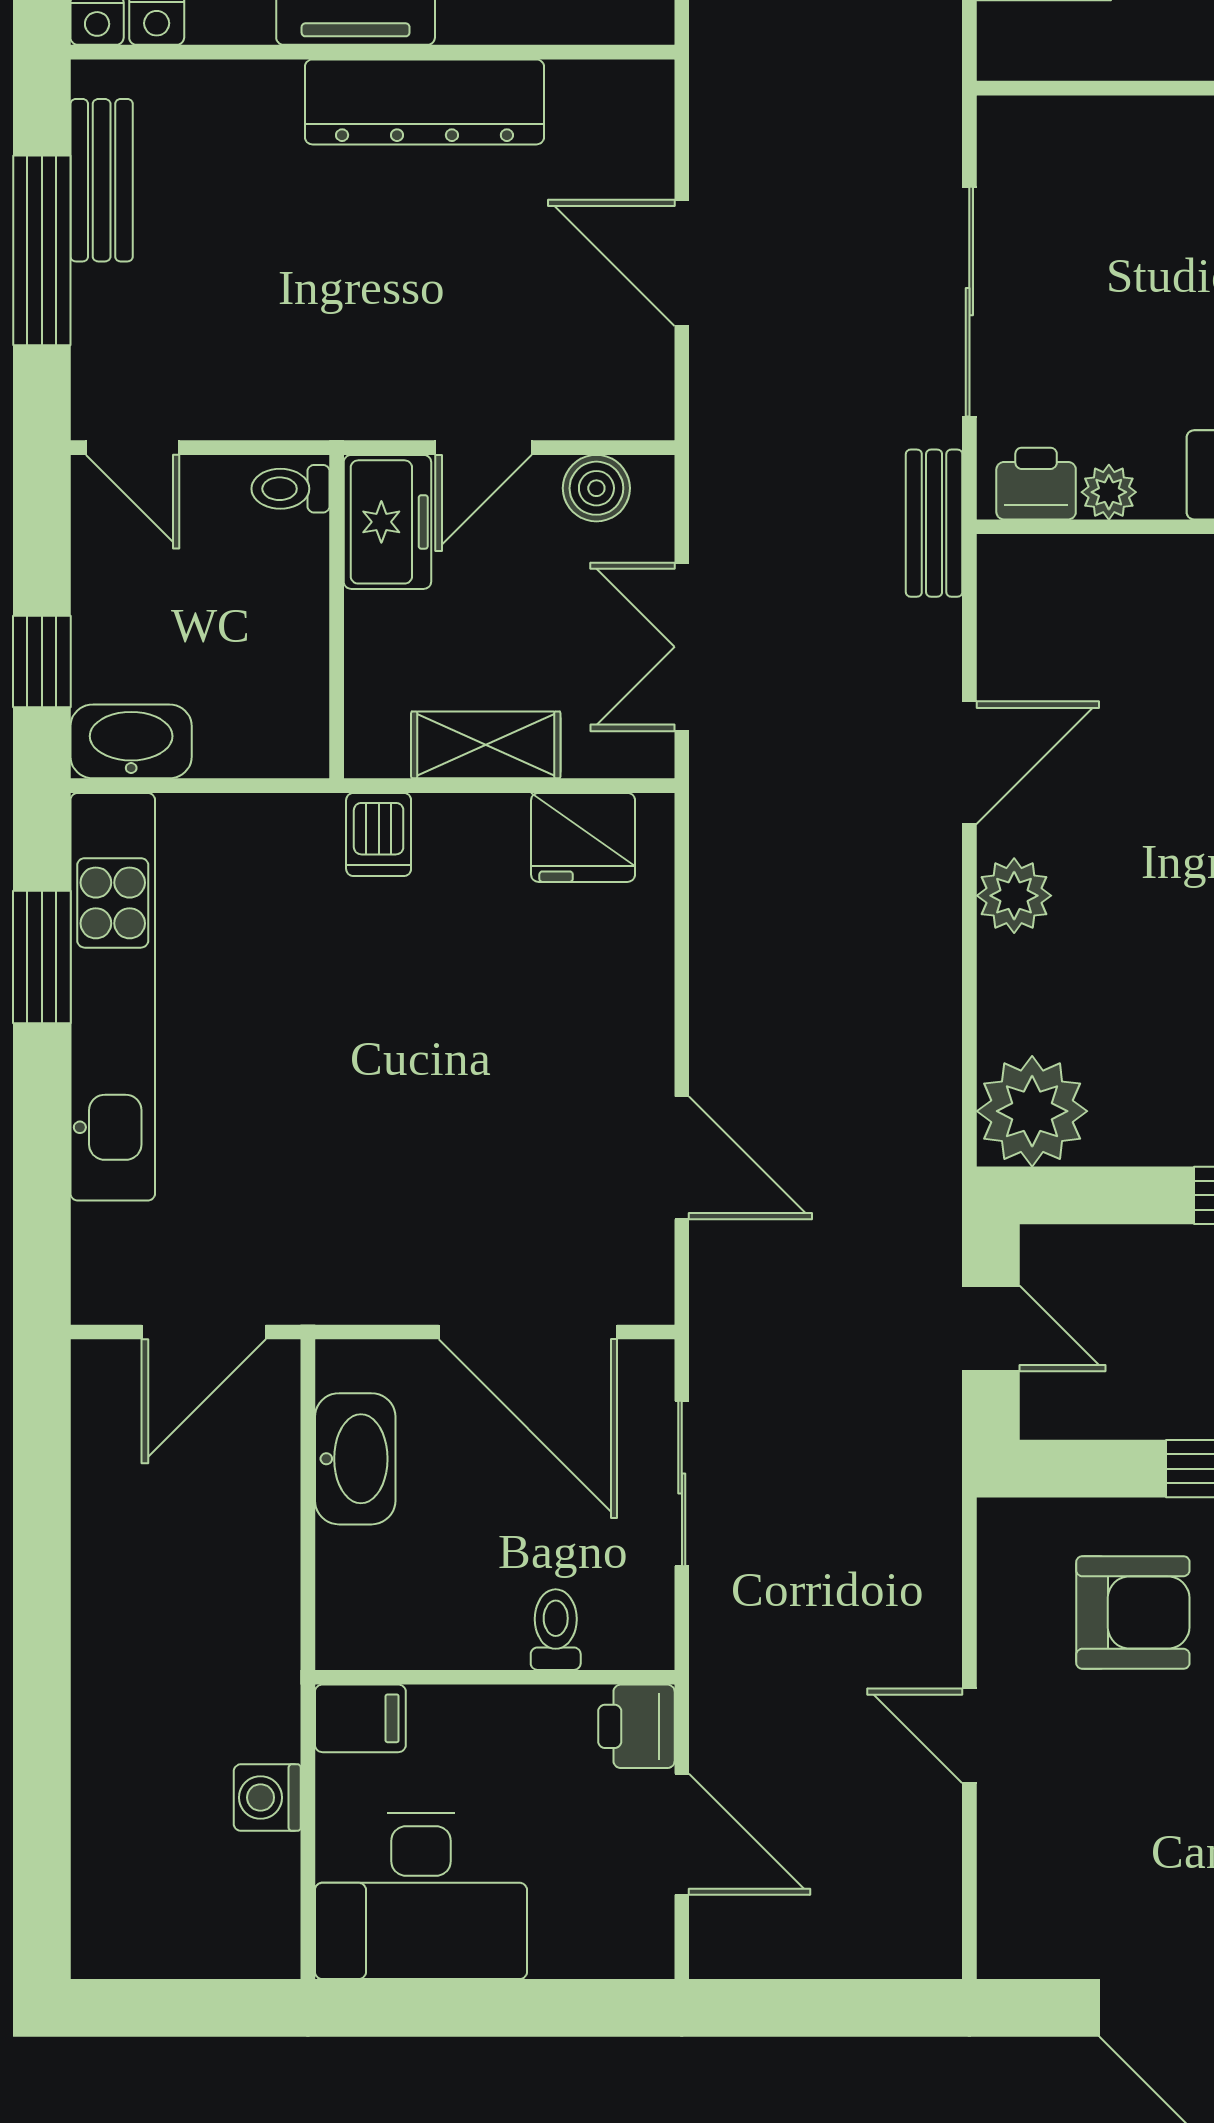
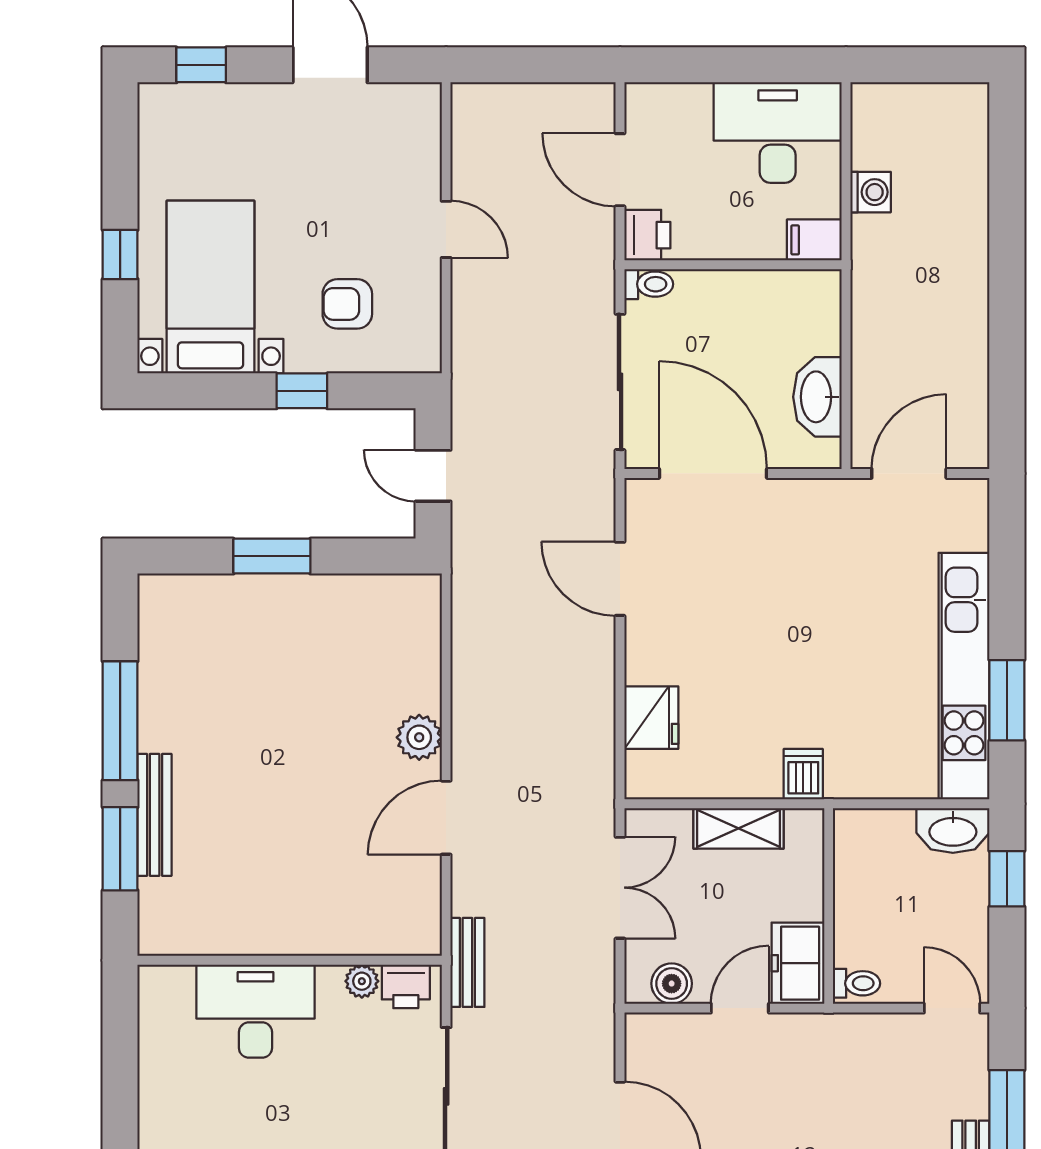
fridge: (583, 837) -> (651, 718), moved, turned 90
plant: (1032, 1111) -> (408, 607), removed
sliding door: (682, 1483) -> (620, 382), width x1.37
armchair: (1133, 1612) -> (347, 304), width x0.72, depth x0.72
toilet: (556, 1630) -> (649, 284), moved, turned -90

